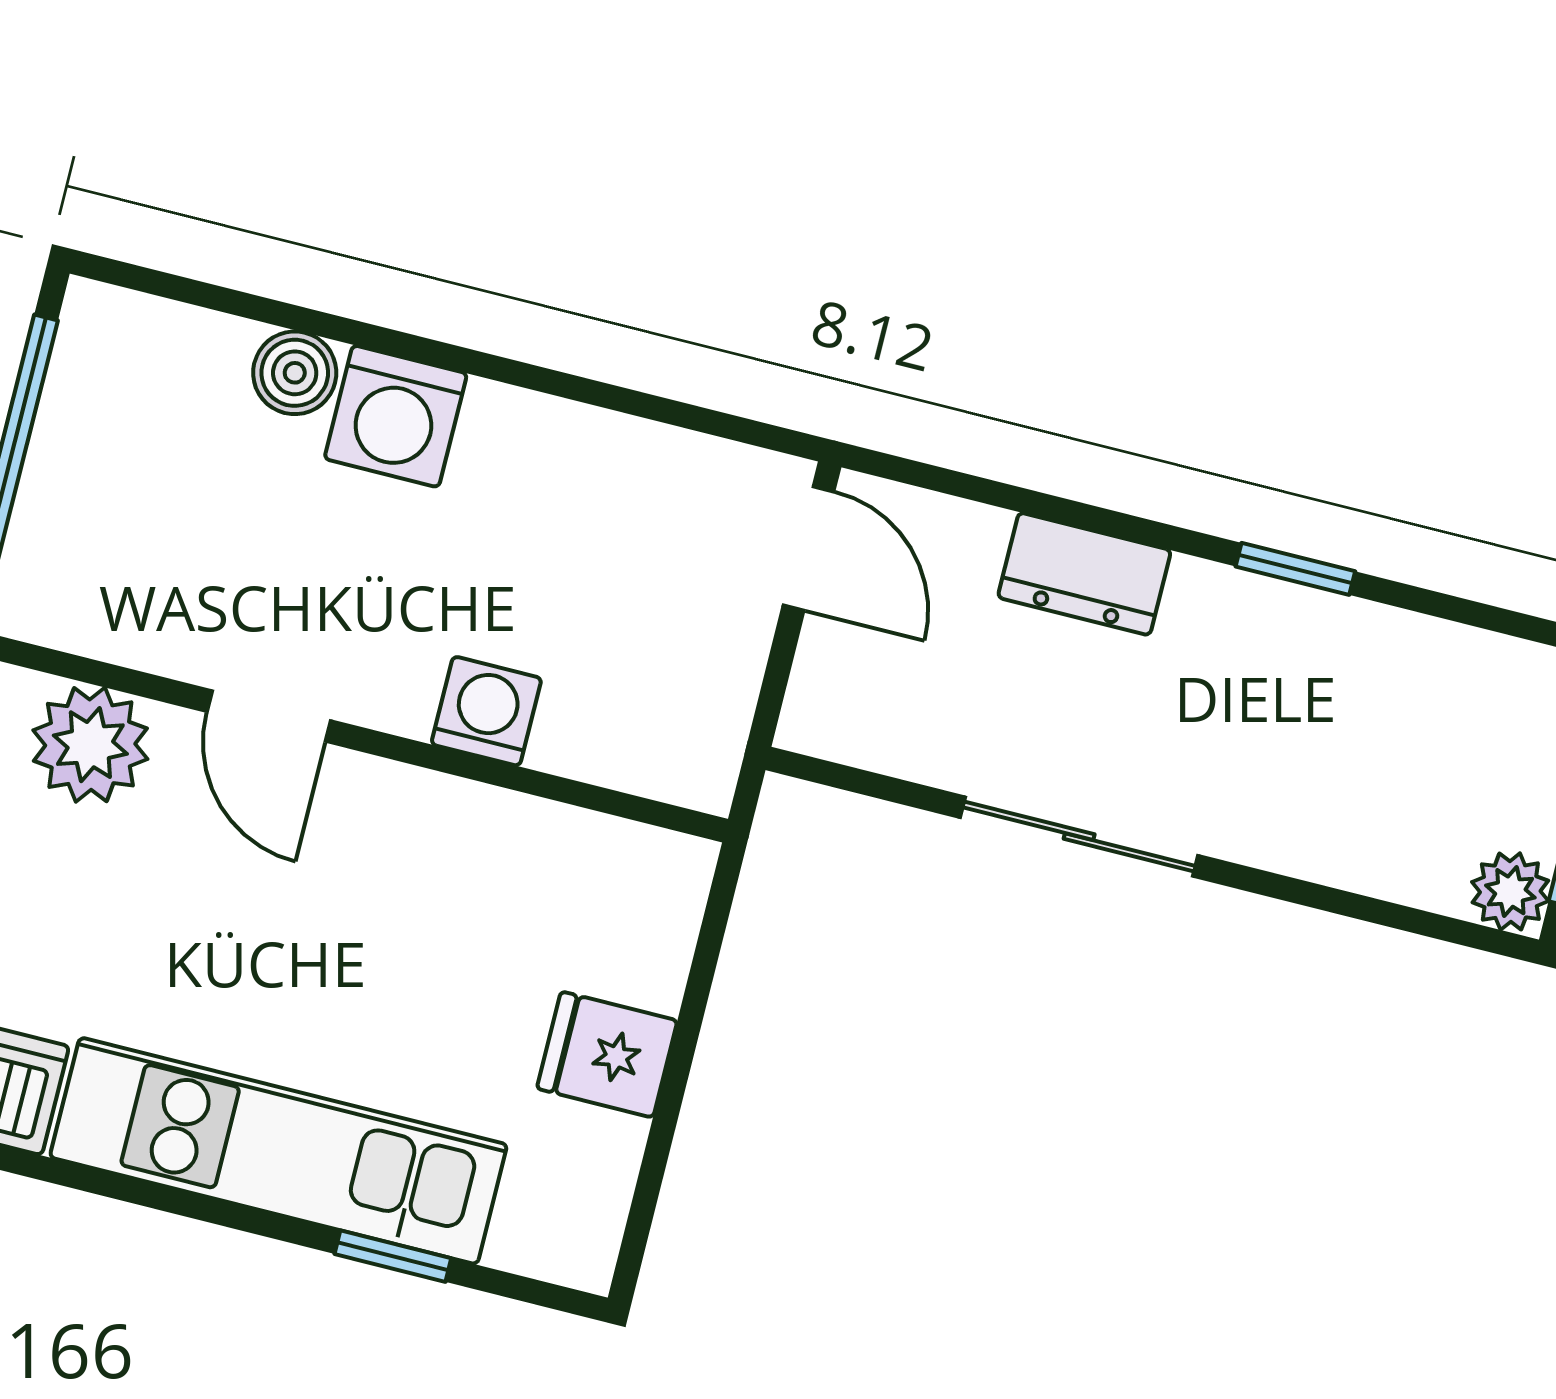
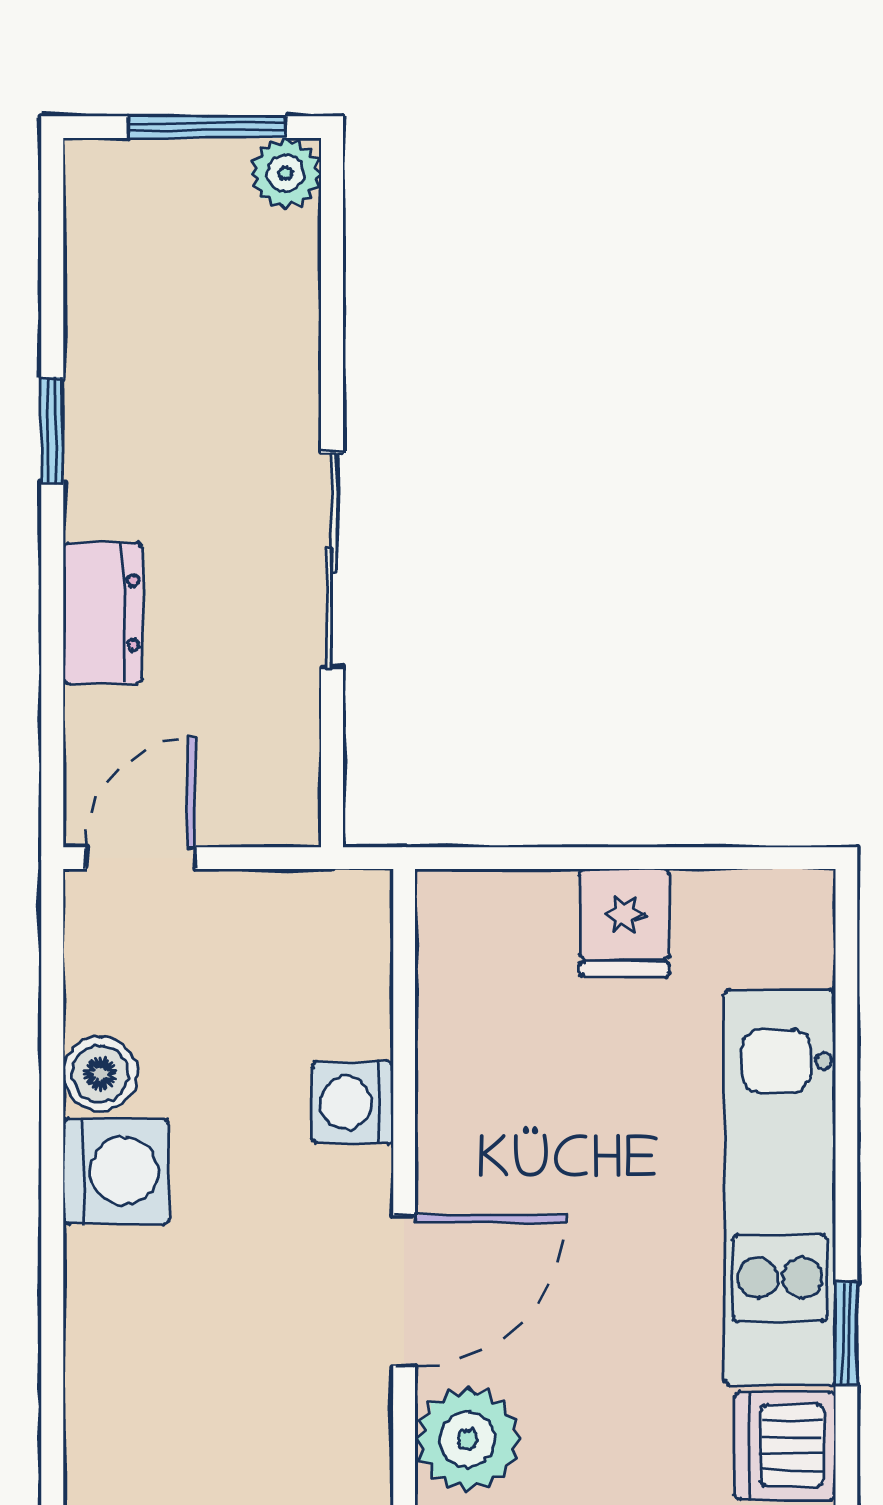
boiler: (295, 373) -> (100, 1074), moved
washing machine: (396, 416) -> (116, 1171), moved
door: (269, 716) -> (404, 1291), width x1.38
window: (393, 1256) -> (846, 1334), moved

